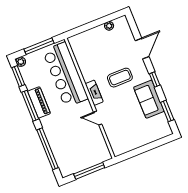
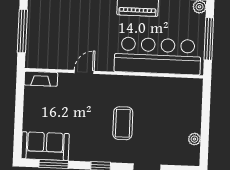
fireplace: (94, 93) -> (41, 79), moved
sofa: (149, 99) -> (45, 146), moved

